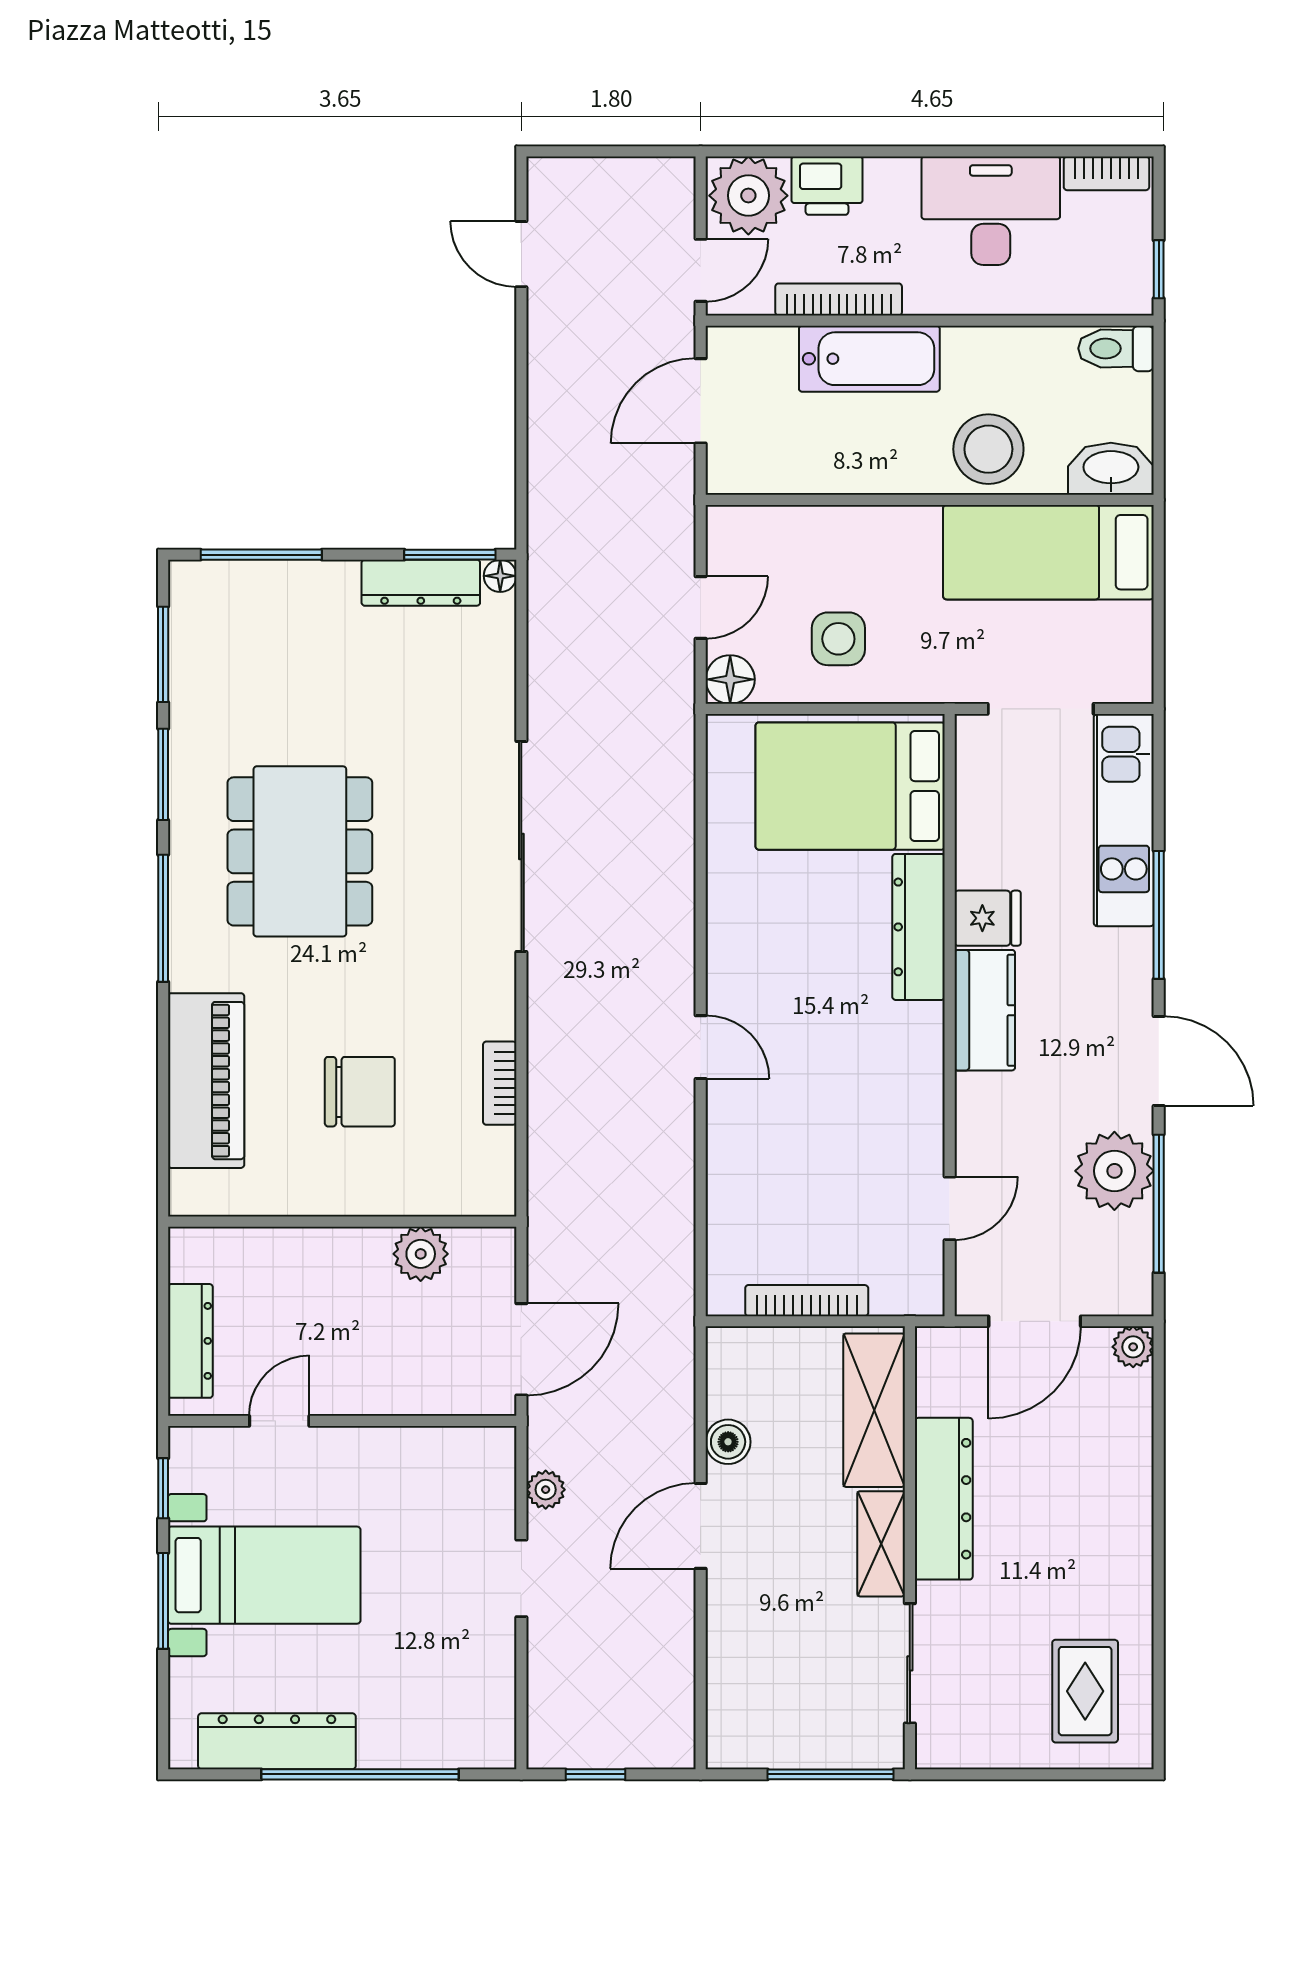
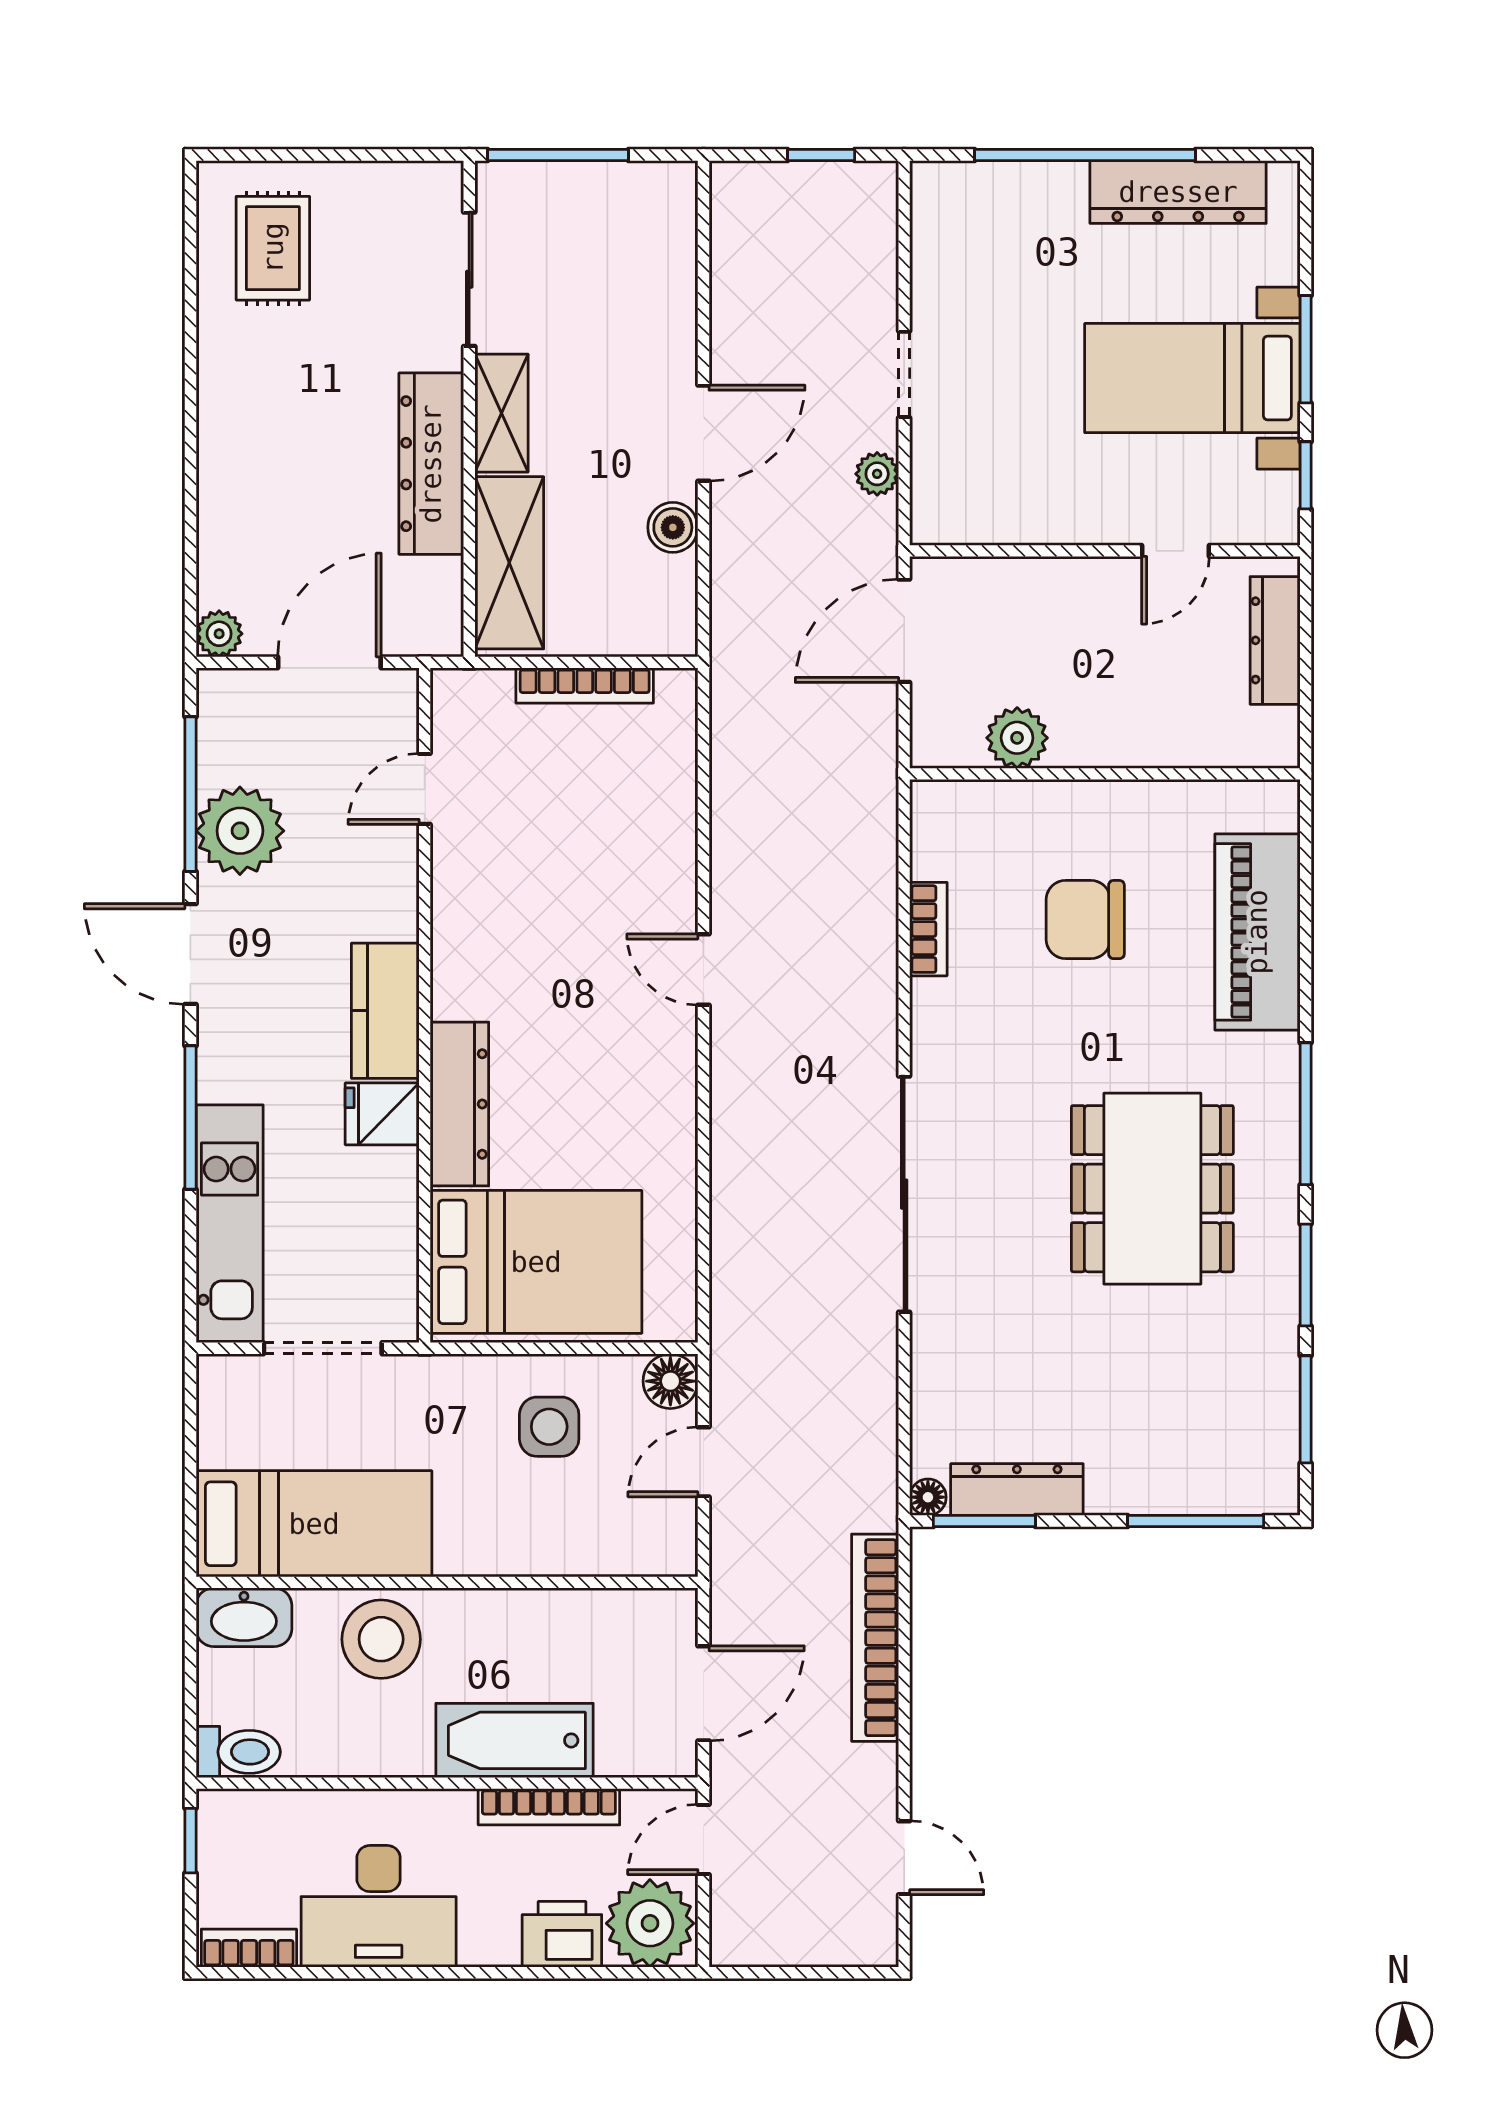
bookcase: (547, 450) -> (875, 1638), added

